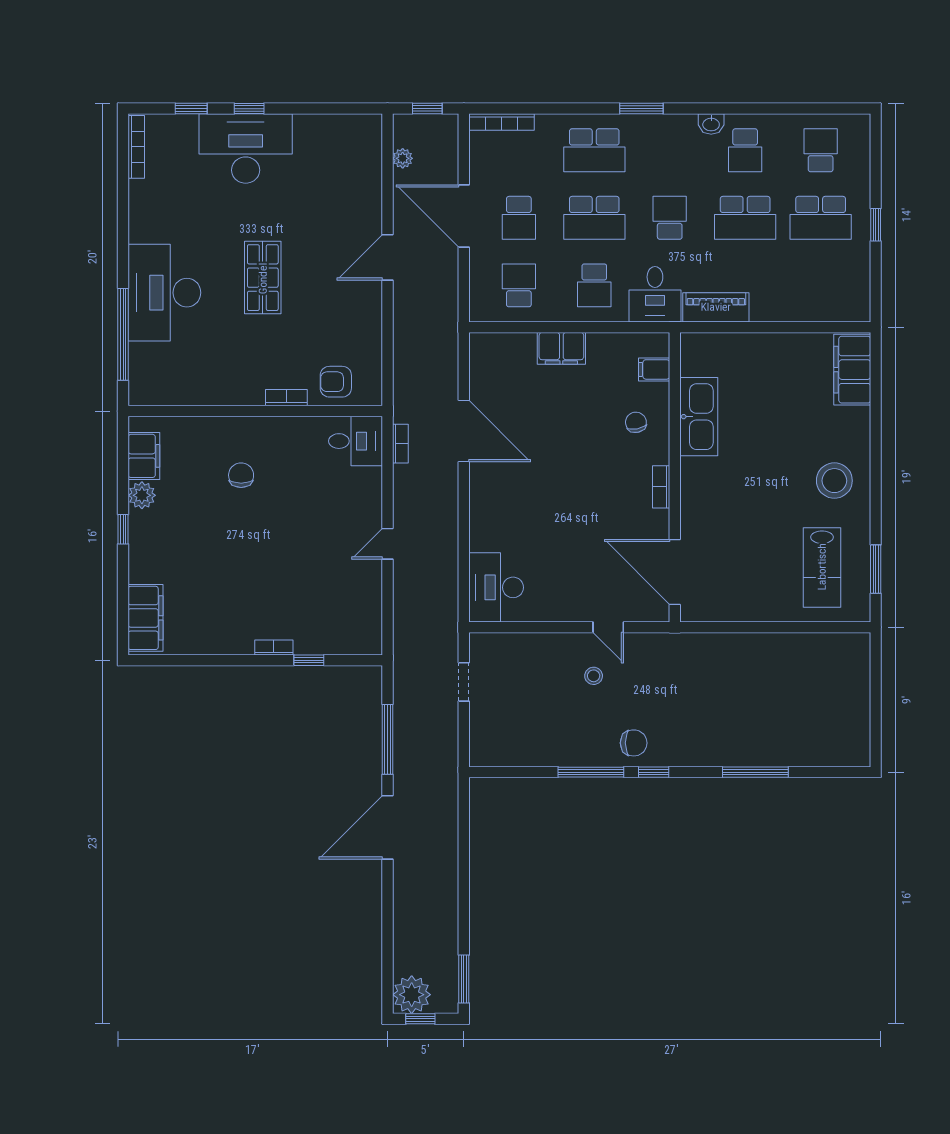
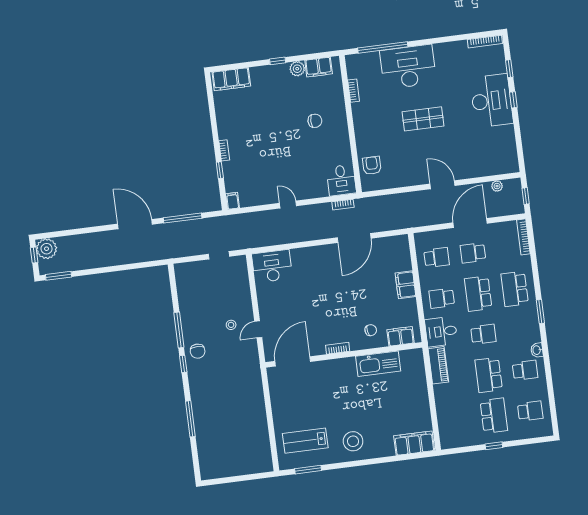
school desk: (745, 150) -> (525, 370), turned 180
school desk: (821, 218) -> (494, 416), turned 180
filing cabinet: (654, 369) -> (401, 336), width x2.00
bookcase: (286, 398) -> (354, 91), moved
filing cabinet: (368, 644) -> (233, 201), added

